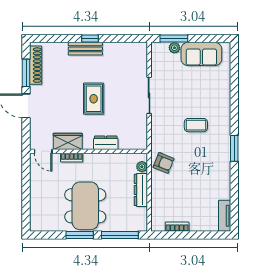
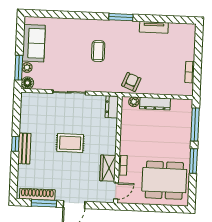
floor lamp: (158, 49) -> (27, 83), added
dresser: (106, 143) -> (112, 107), moved
dining table: (85, 206) -> (164, 180), moved
tv unit: (225, 216) -> (154, 27), moved

